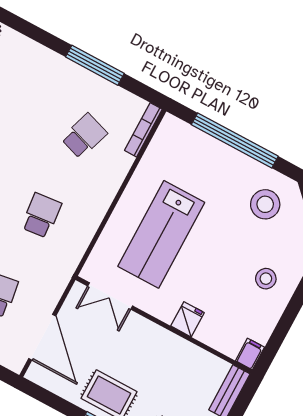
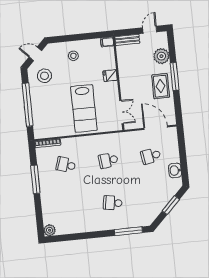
lab bench: (161, 234) -> (84, 108), turned 90
door: (42, 337) -> (156, 128), hinge flipped

